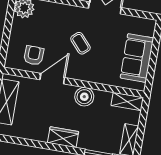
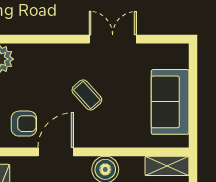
armchair: (34, 55) -> (24, 124), turned 88

